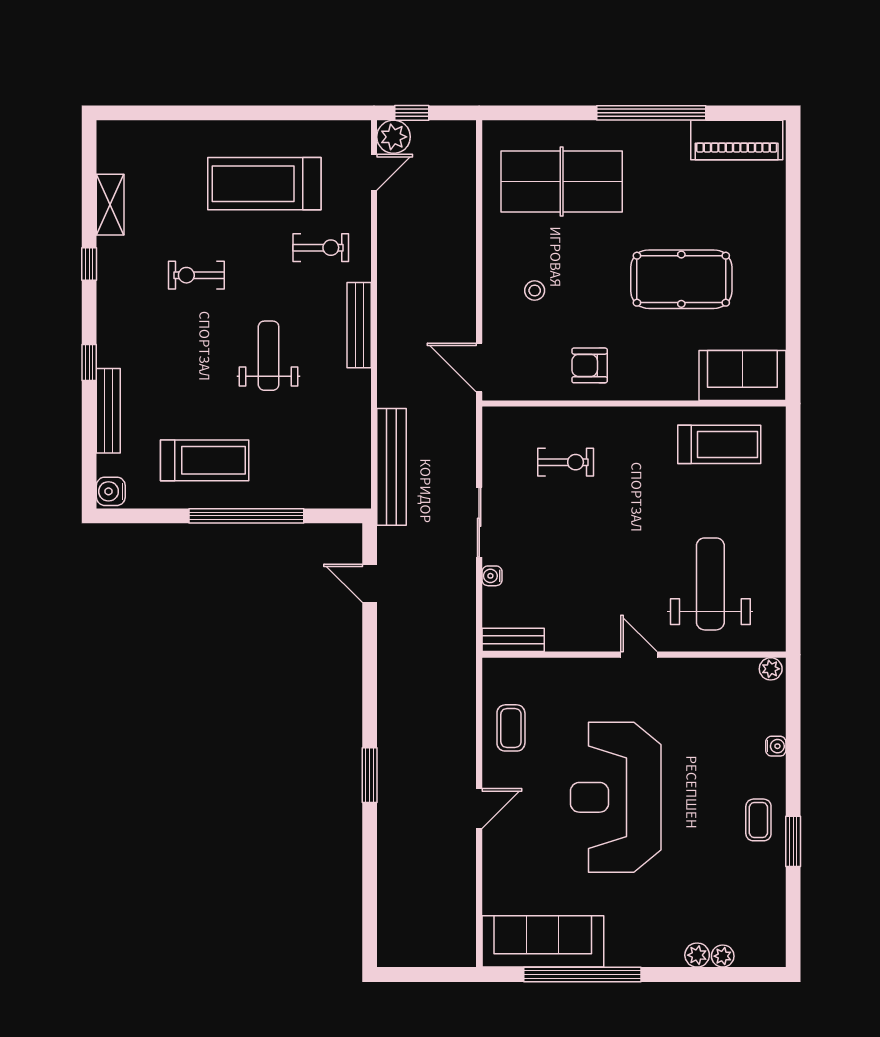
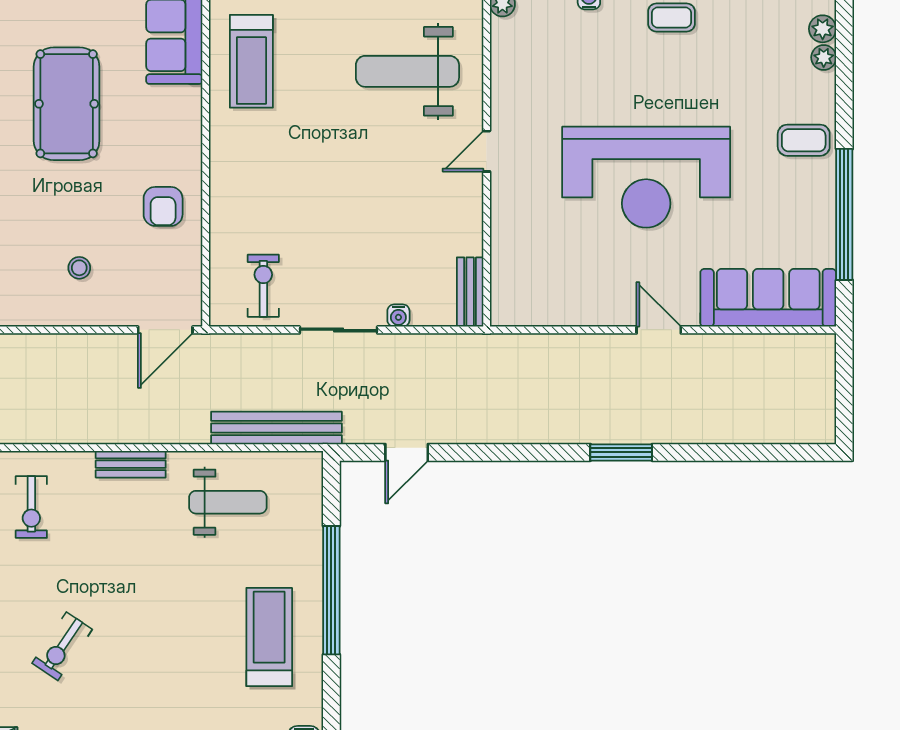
exercise bike: (321, 248) -> (31, 507), turned 180
exercise bike: (196, 275) -> (62, 646), turned 34
bench: (359, 325) -> (131, 464), width x0.73
weight bench: (269, 356) -> (228, 502), moved, turned 180
treadmill: (719, 444) -> (251, 61), turned 180
exercise bike: (566, 462) -> (263, 286), moved
coffee table: (511, 728) -> (804, 140), moved
sofa: (543, 941) -> (768, 298), moved, turned 90
plant: (697, 955) -> (823, 29), moved

